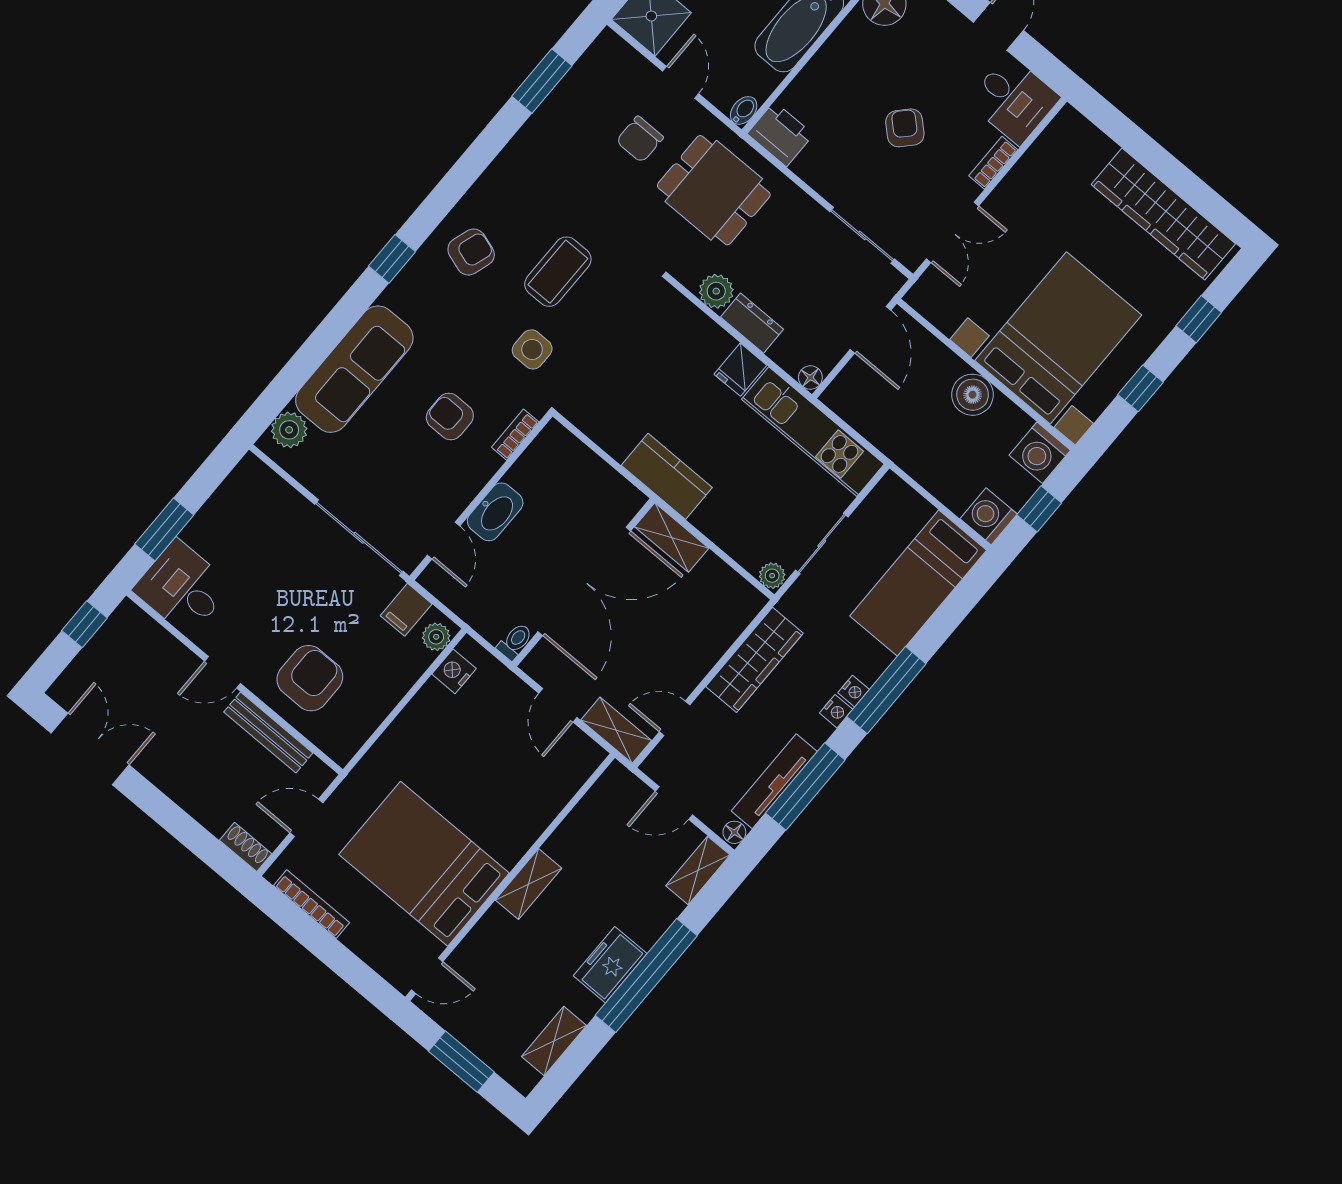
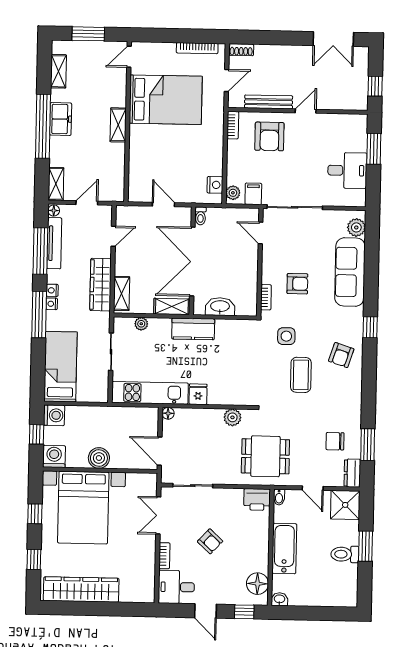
chair: (640, 139) -> (335, 441), moved, turned -90
dresser: (752, 323) -> (352, 473), moved, turned 90
washbasin: (495, 512) -> (220, 307), moved, turned 90
plant: (772, 576) -> (141, 324), moved
desk: (182, 588) -> (347, 170), moved
shelving: (616, 730) -> (122, 293), moved, turned 90
bookcase: (352, 741) -> (233, 125), added

